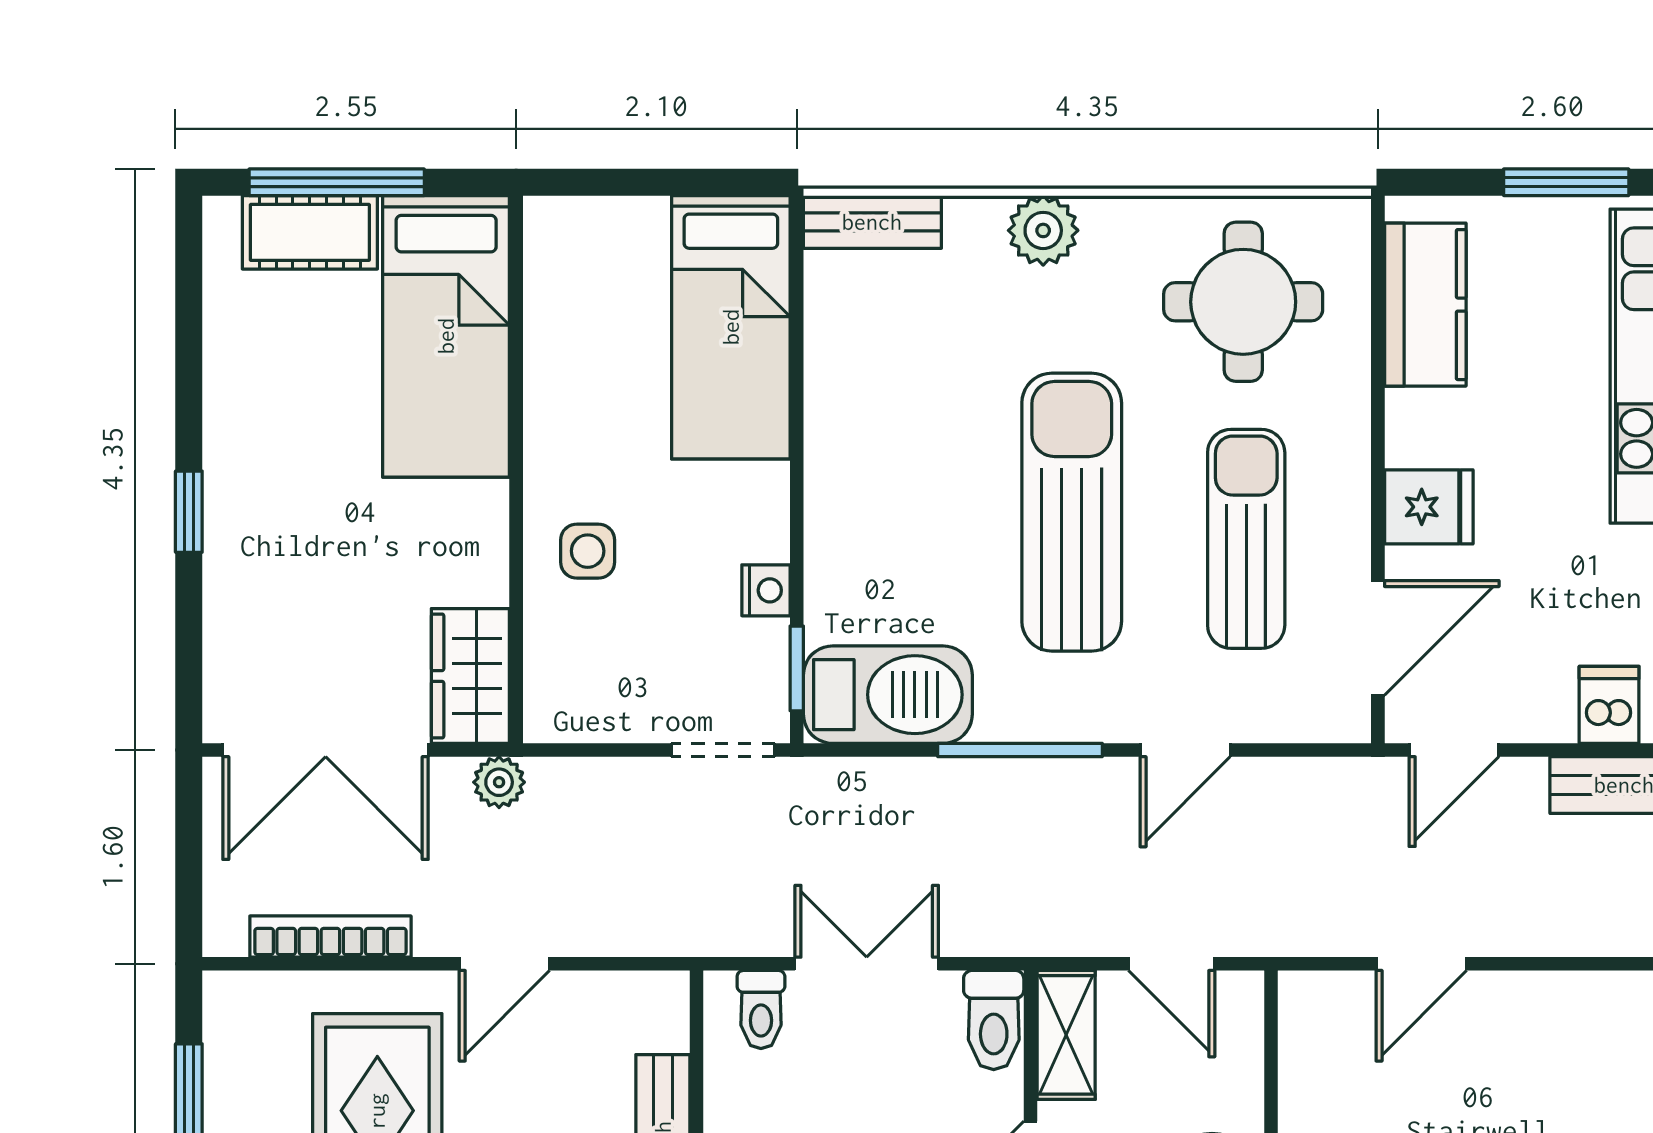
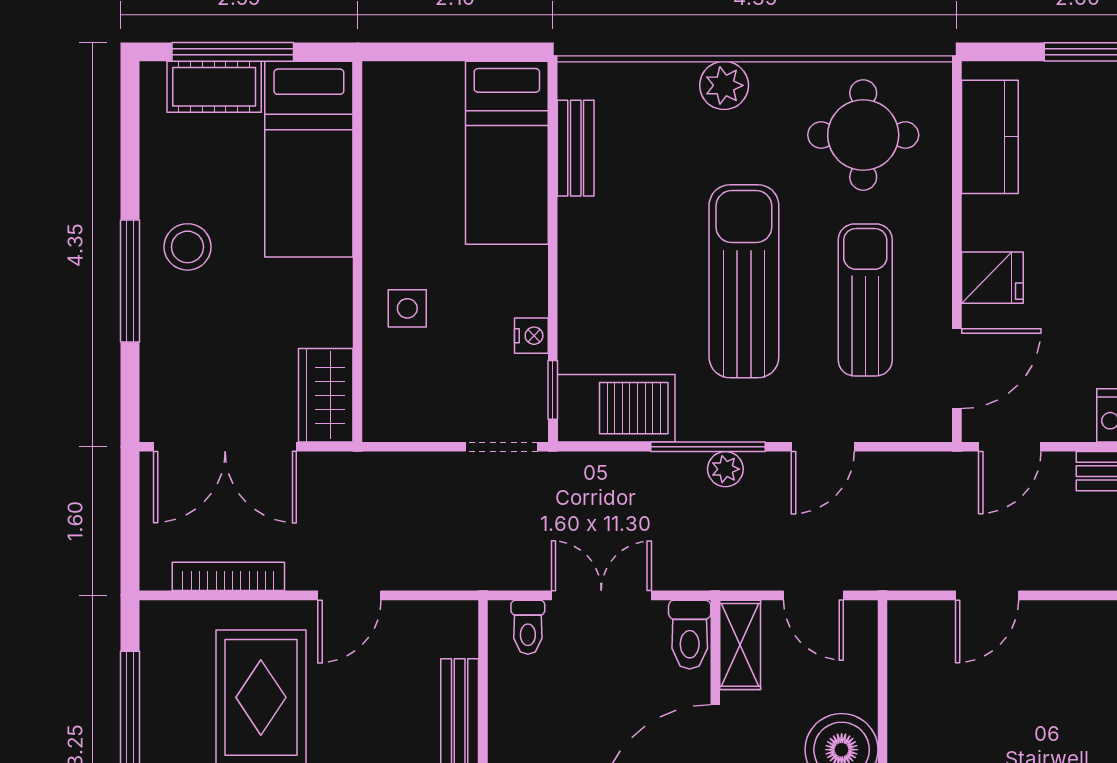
bench: (872, 222) -> (576, 148), moved, turned 90
stool: (272, 463) -> (188, 247), added
window: (189, 512) -> (130, 281), width x2.17
plant: (499, 782) -> (725, 469), moved

